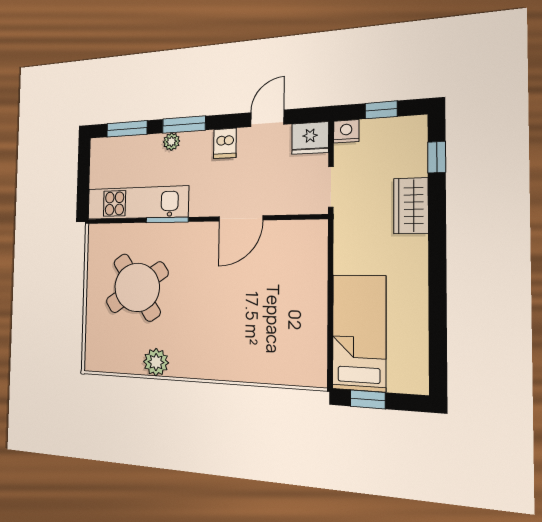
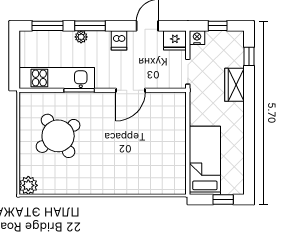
plant: (156, 362) -> (28, 185), moved
window: (368, 399) -> (223, 200), moved

